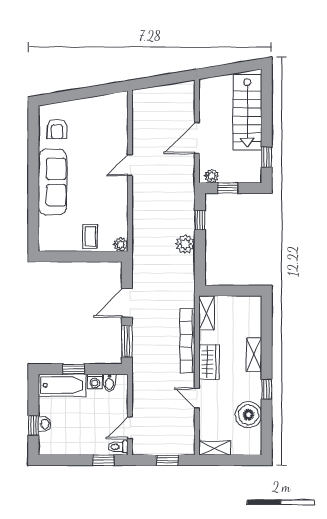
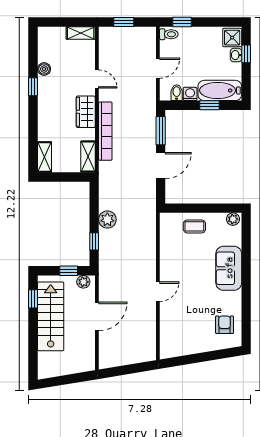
stairs: (247, 112) -> (51, 316), moved
sofa: (53, 182) -> (229, 268), width x0.73
coffee table: (90, 237) -> (194, 226), turned 90
plant: (121, 245) -> (233, 219), moved
shelving: (254, 355) -> (45, 157), moved
boiler: (248, 415) -> (44, 69), width x0.54, depth x0.54
door: (130, 428) -> (158, 68), moved
shower: (49, 443) -> (232, 38), added

